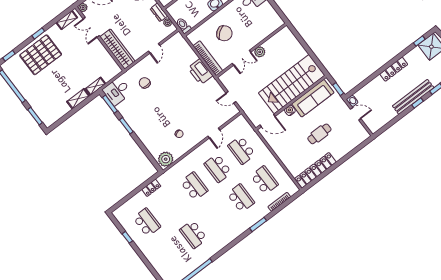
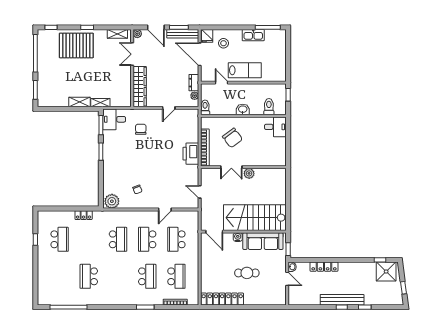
locker: (394, 69) -> (324, 267), moved

